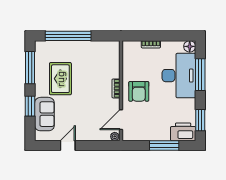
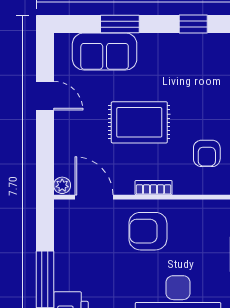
armchair: (98, 60) -> (207, 153), added
window: (30, 68) -> (193, 24), width x0.46
rug: (60, 79) -> (139, 122), moved

